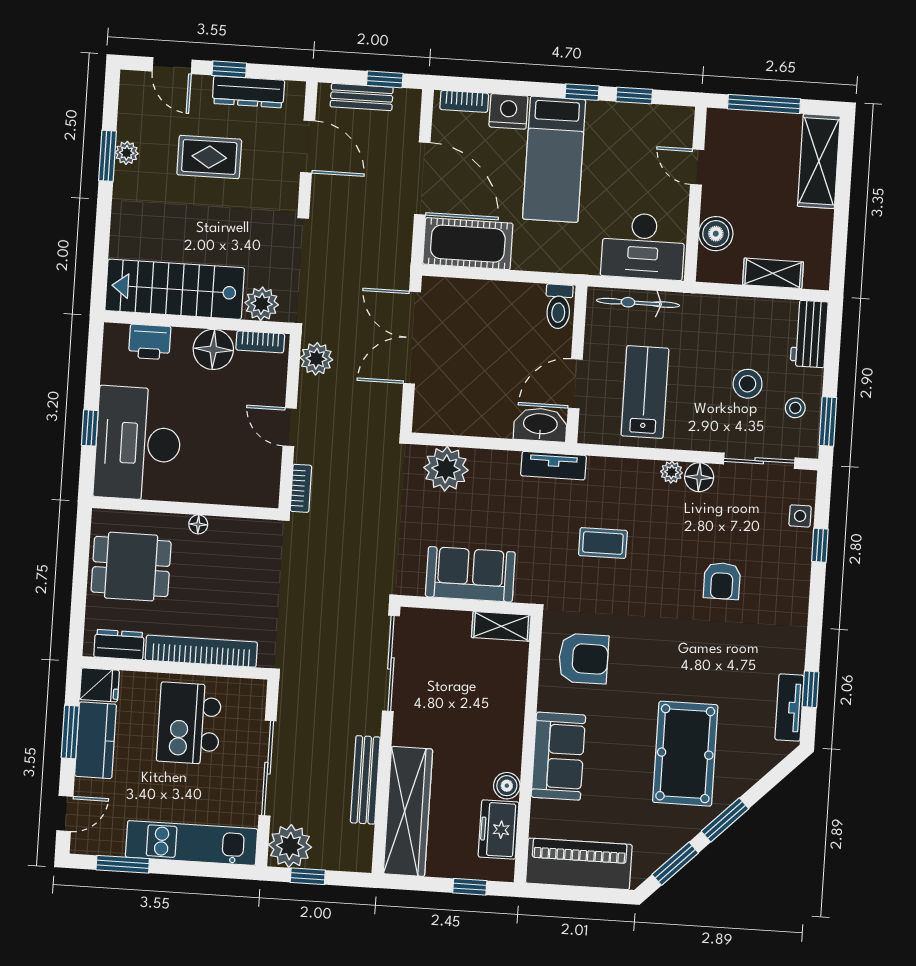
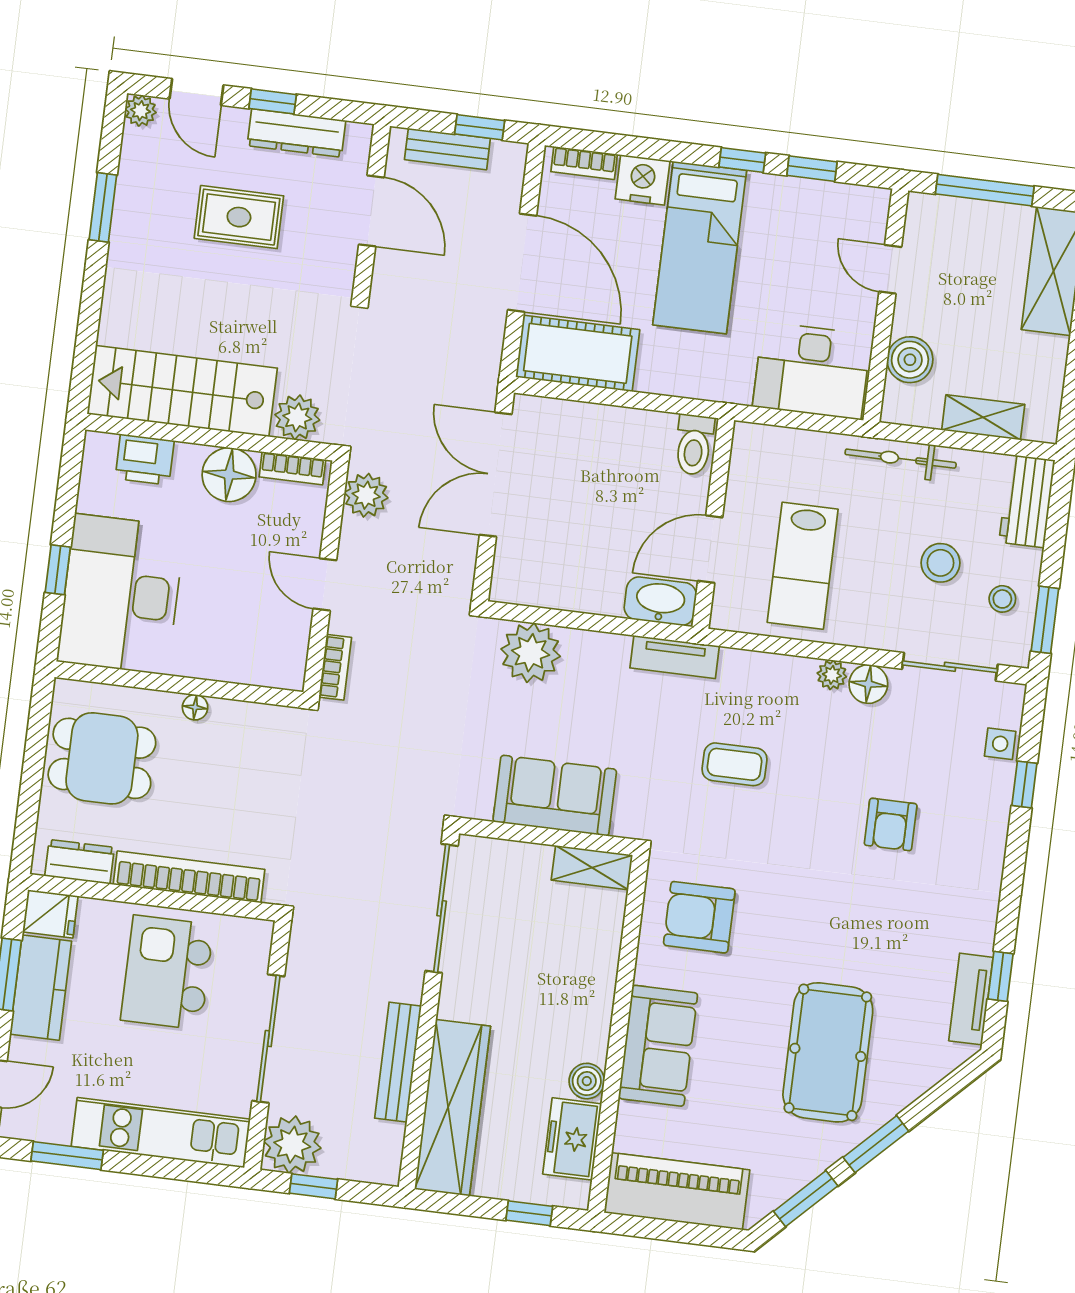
plant: (127, 153) -> (141, 111), moved
bicycle: (638, 303) -> (901, 459), moved
lab bench: (645, 392) -> (803, 566), turned 180
armchair: (583, 659) -> (699, 917), turned 180

